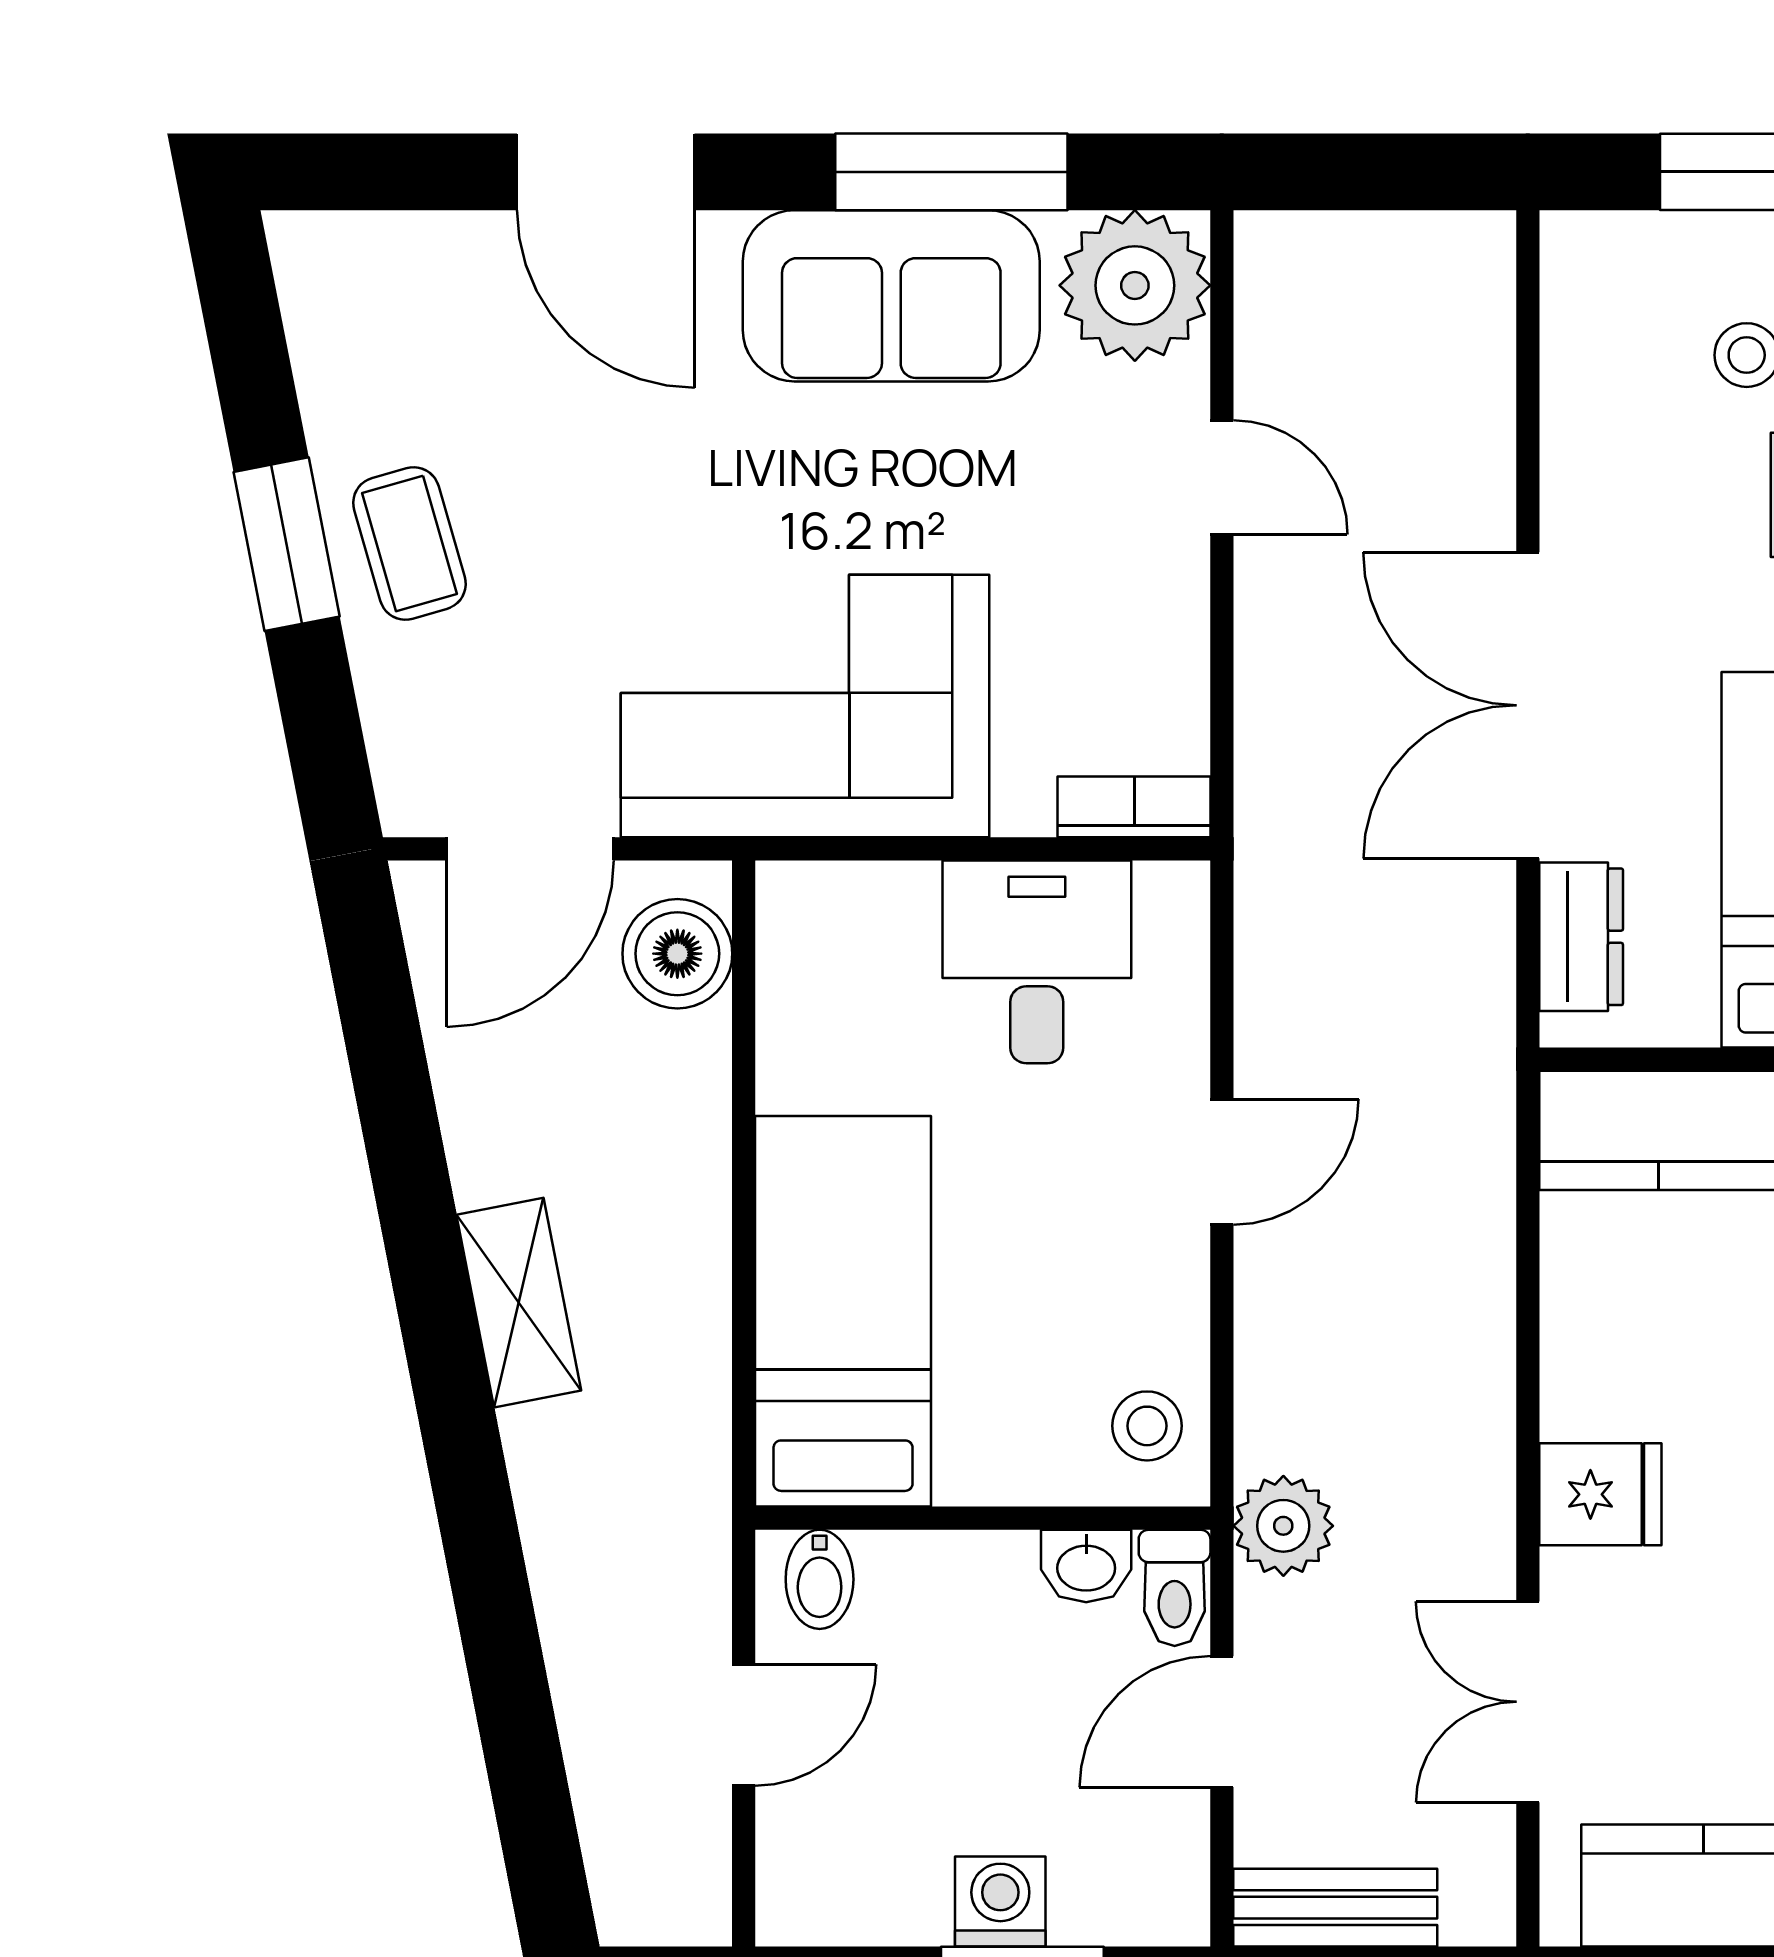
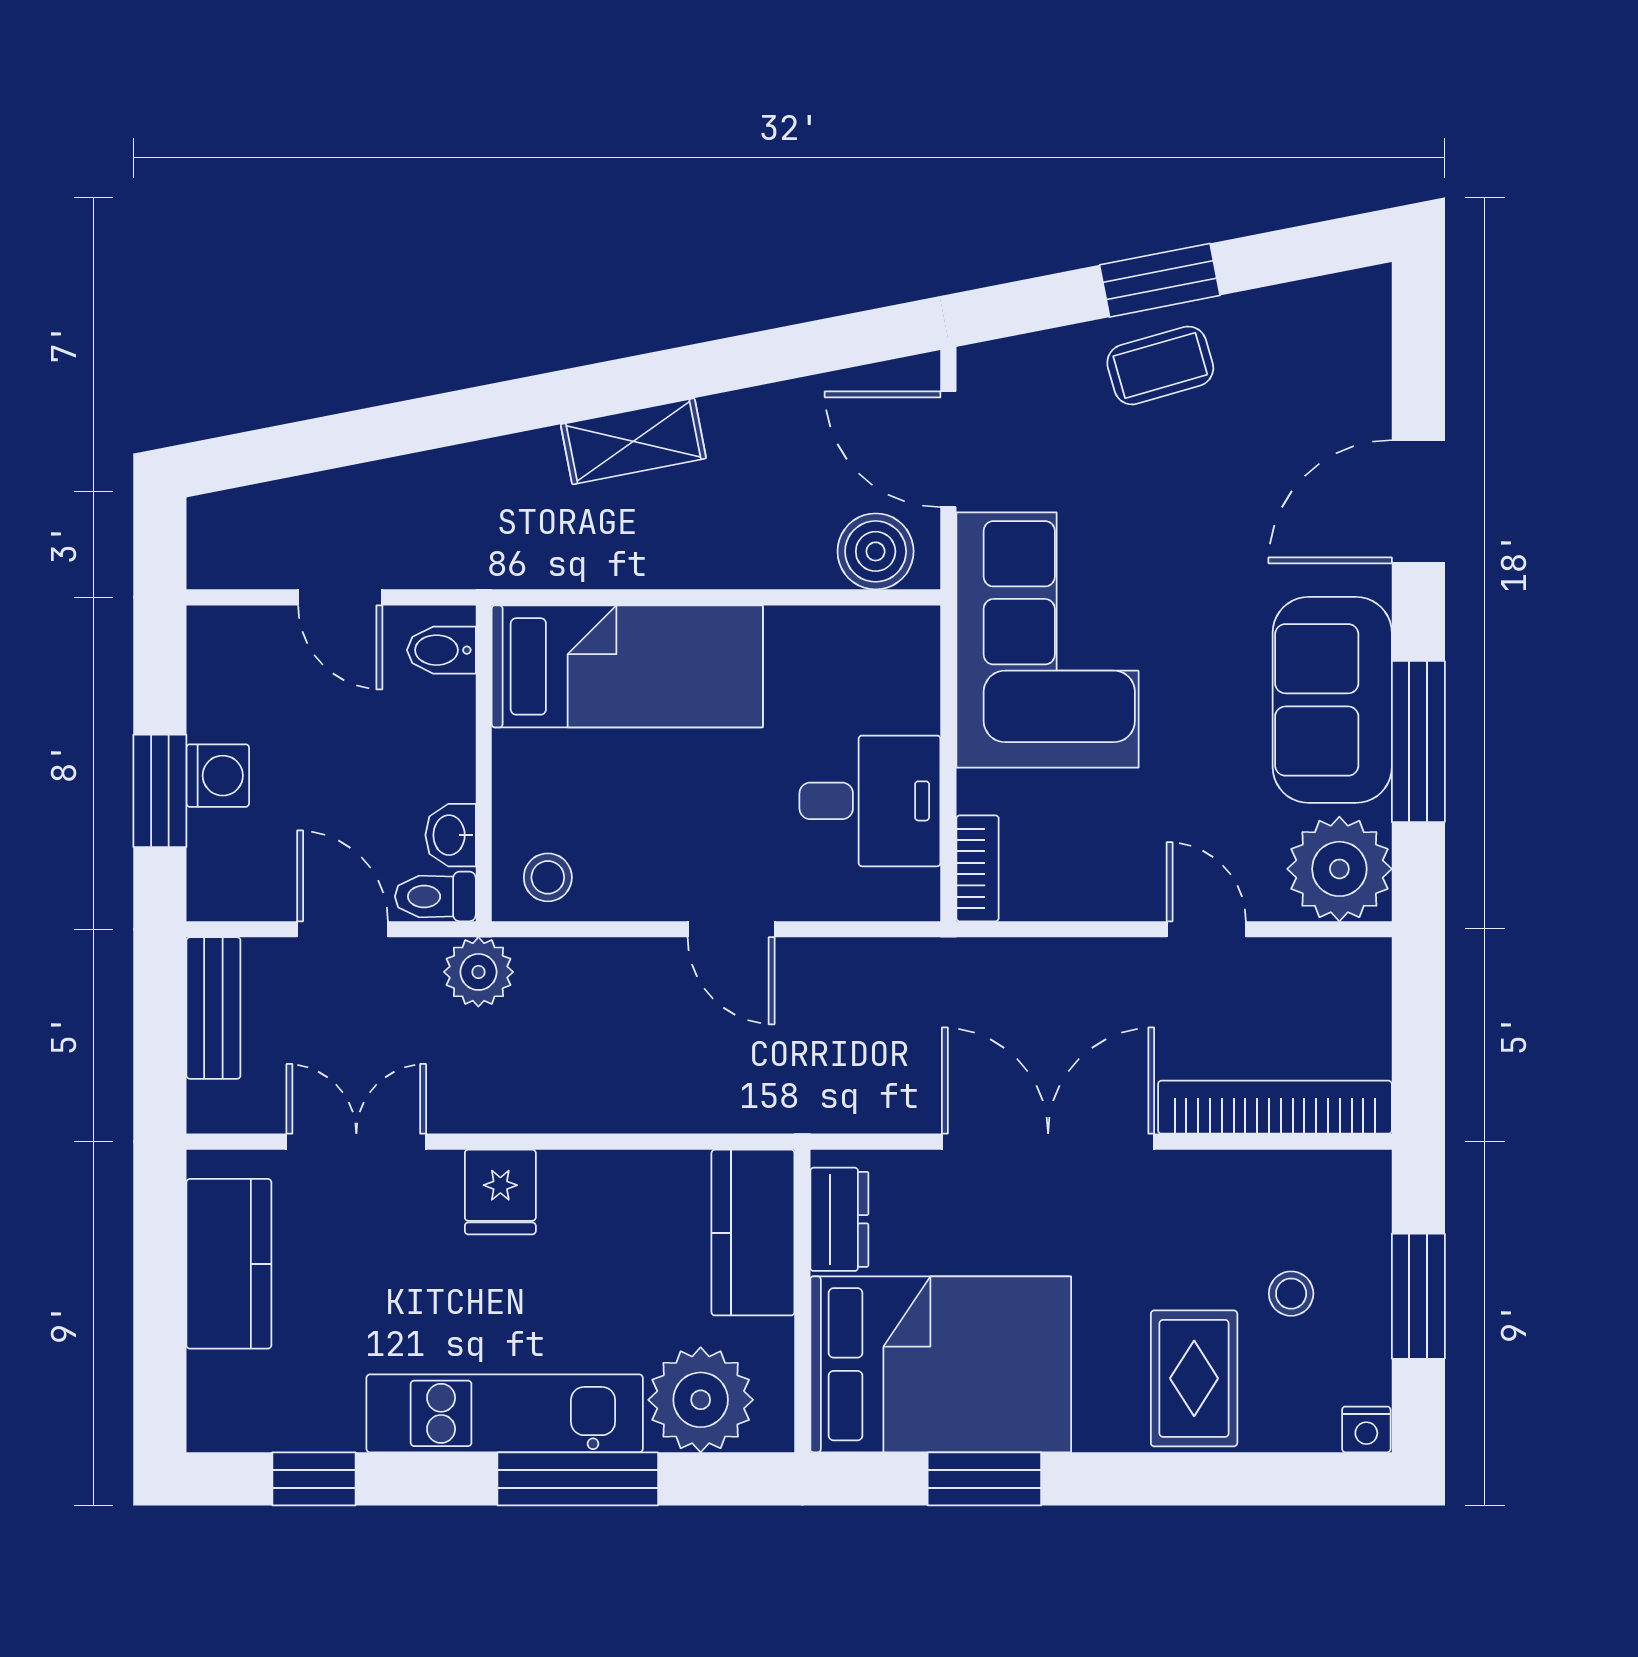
bookcase: (1478, 378) -> (1275, 1107), added
door: (1222, 477) -> (1206, 929), swing flipped
dresser: (1581, 937) -> (839, 1219), moved, turned -90

